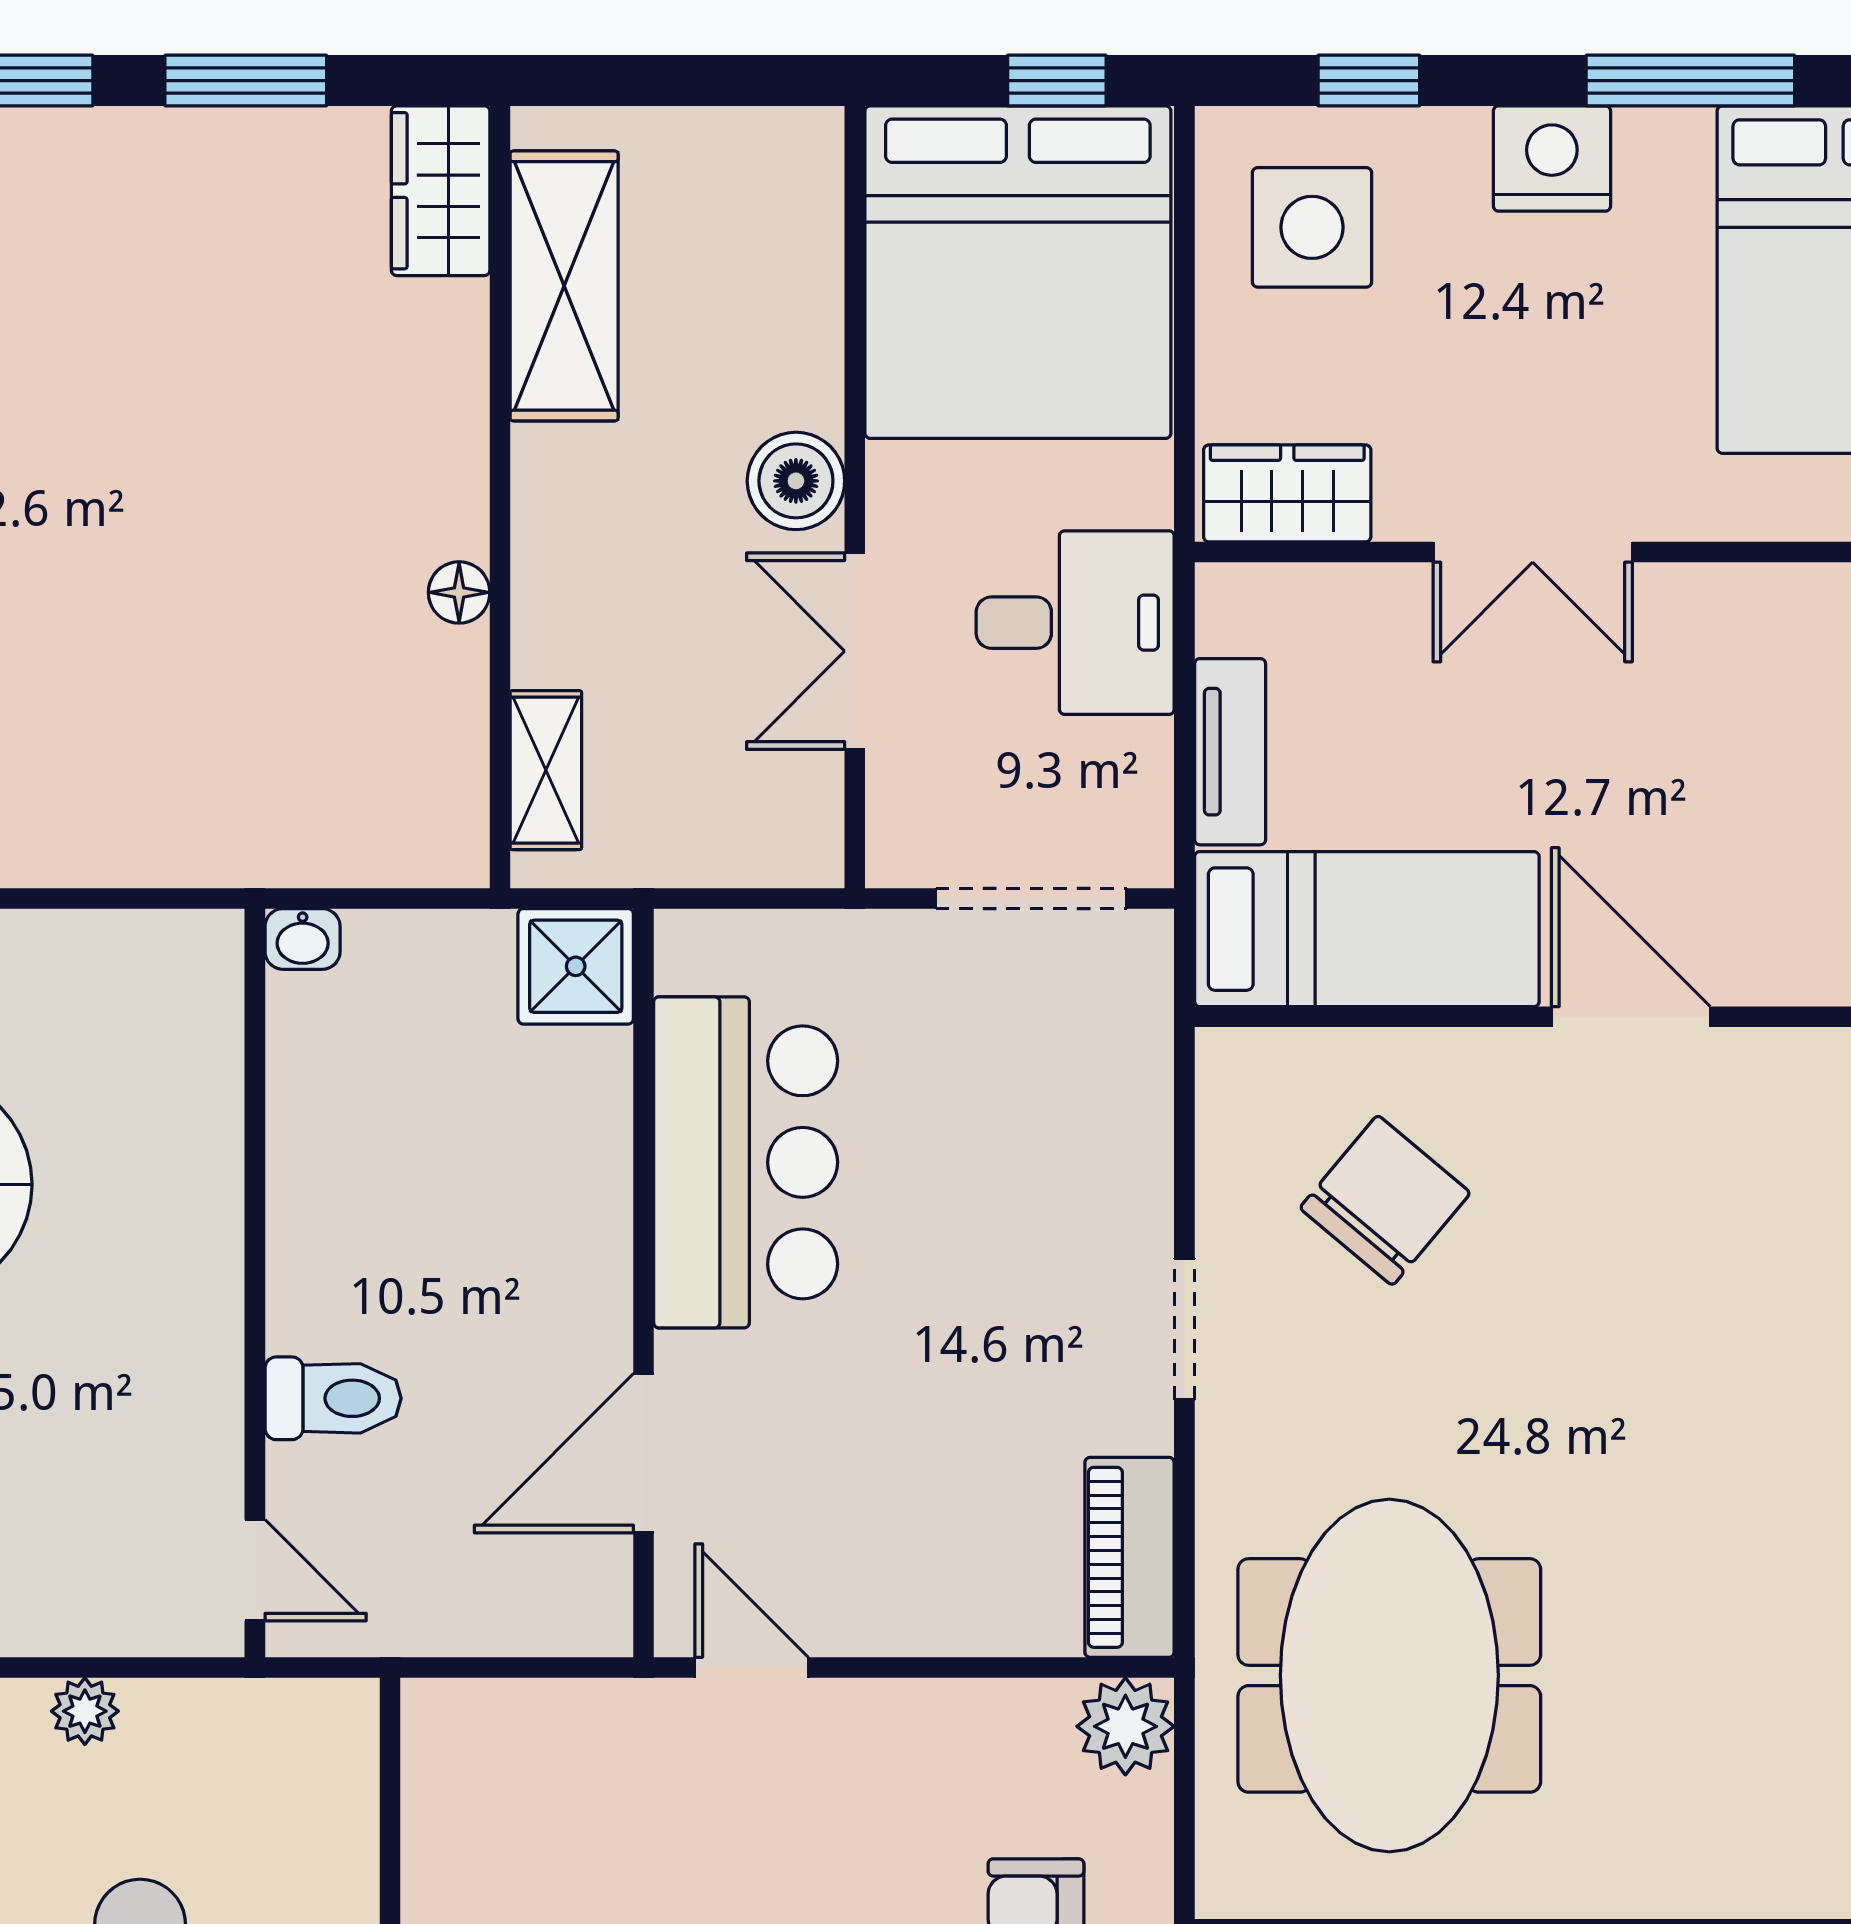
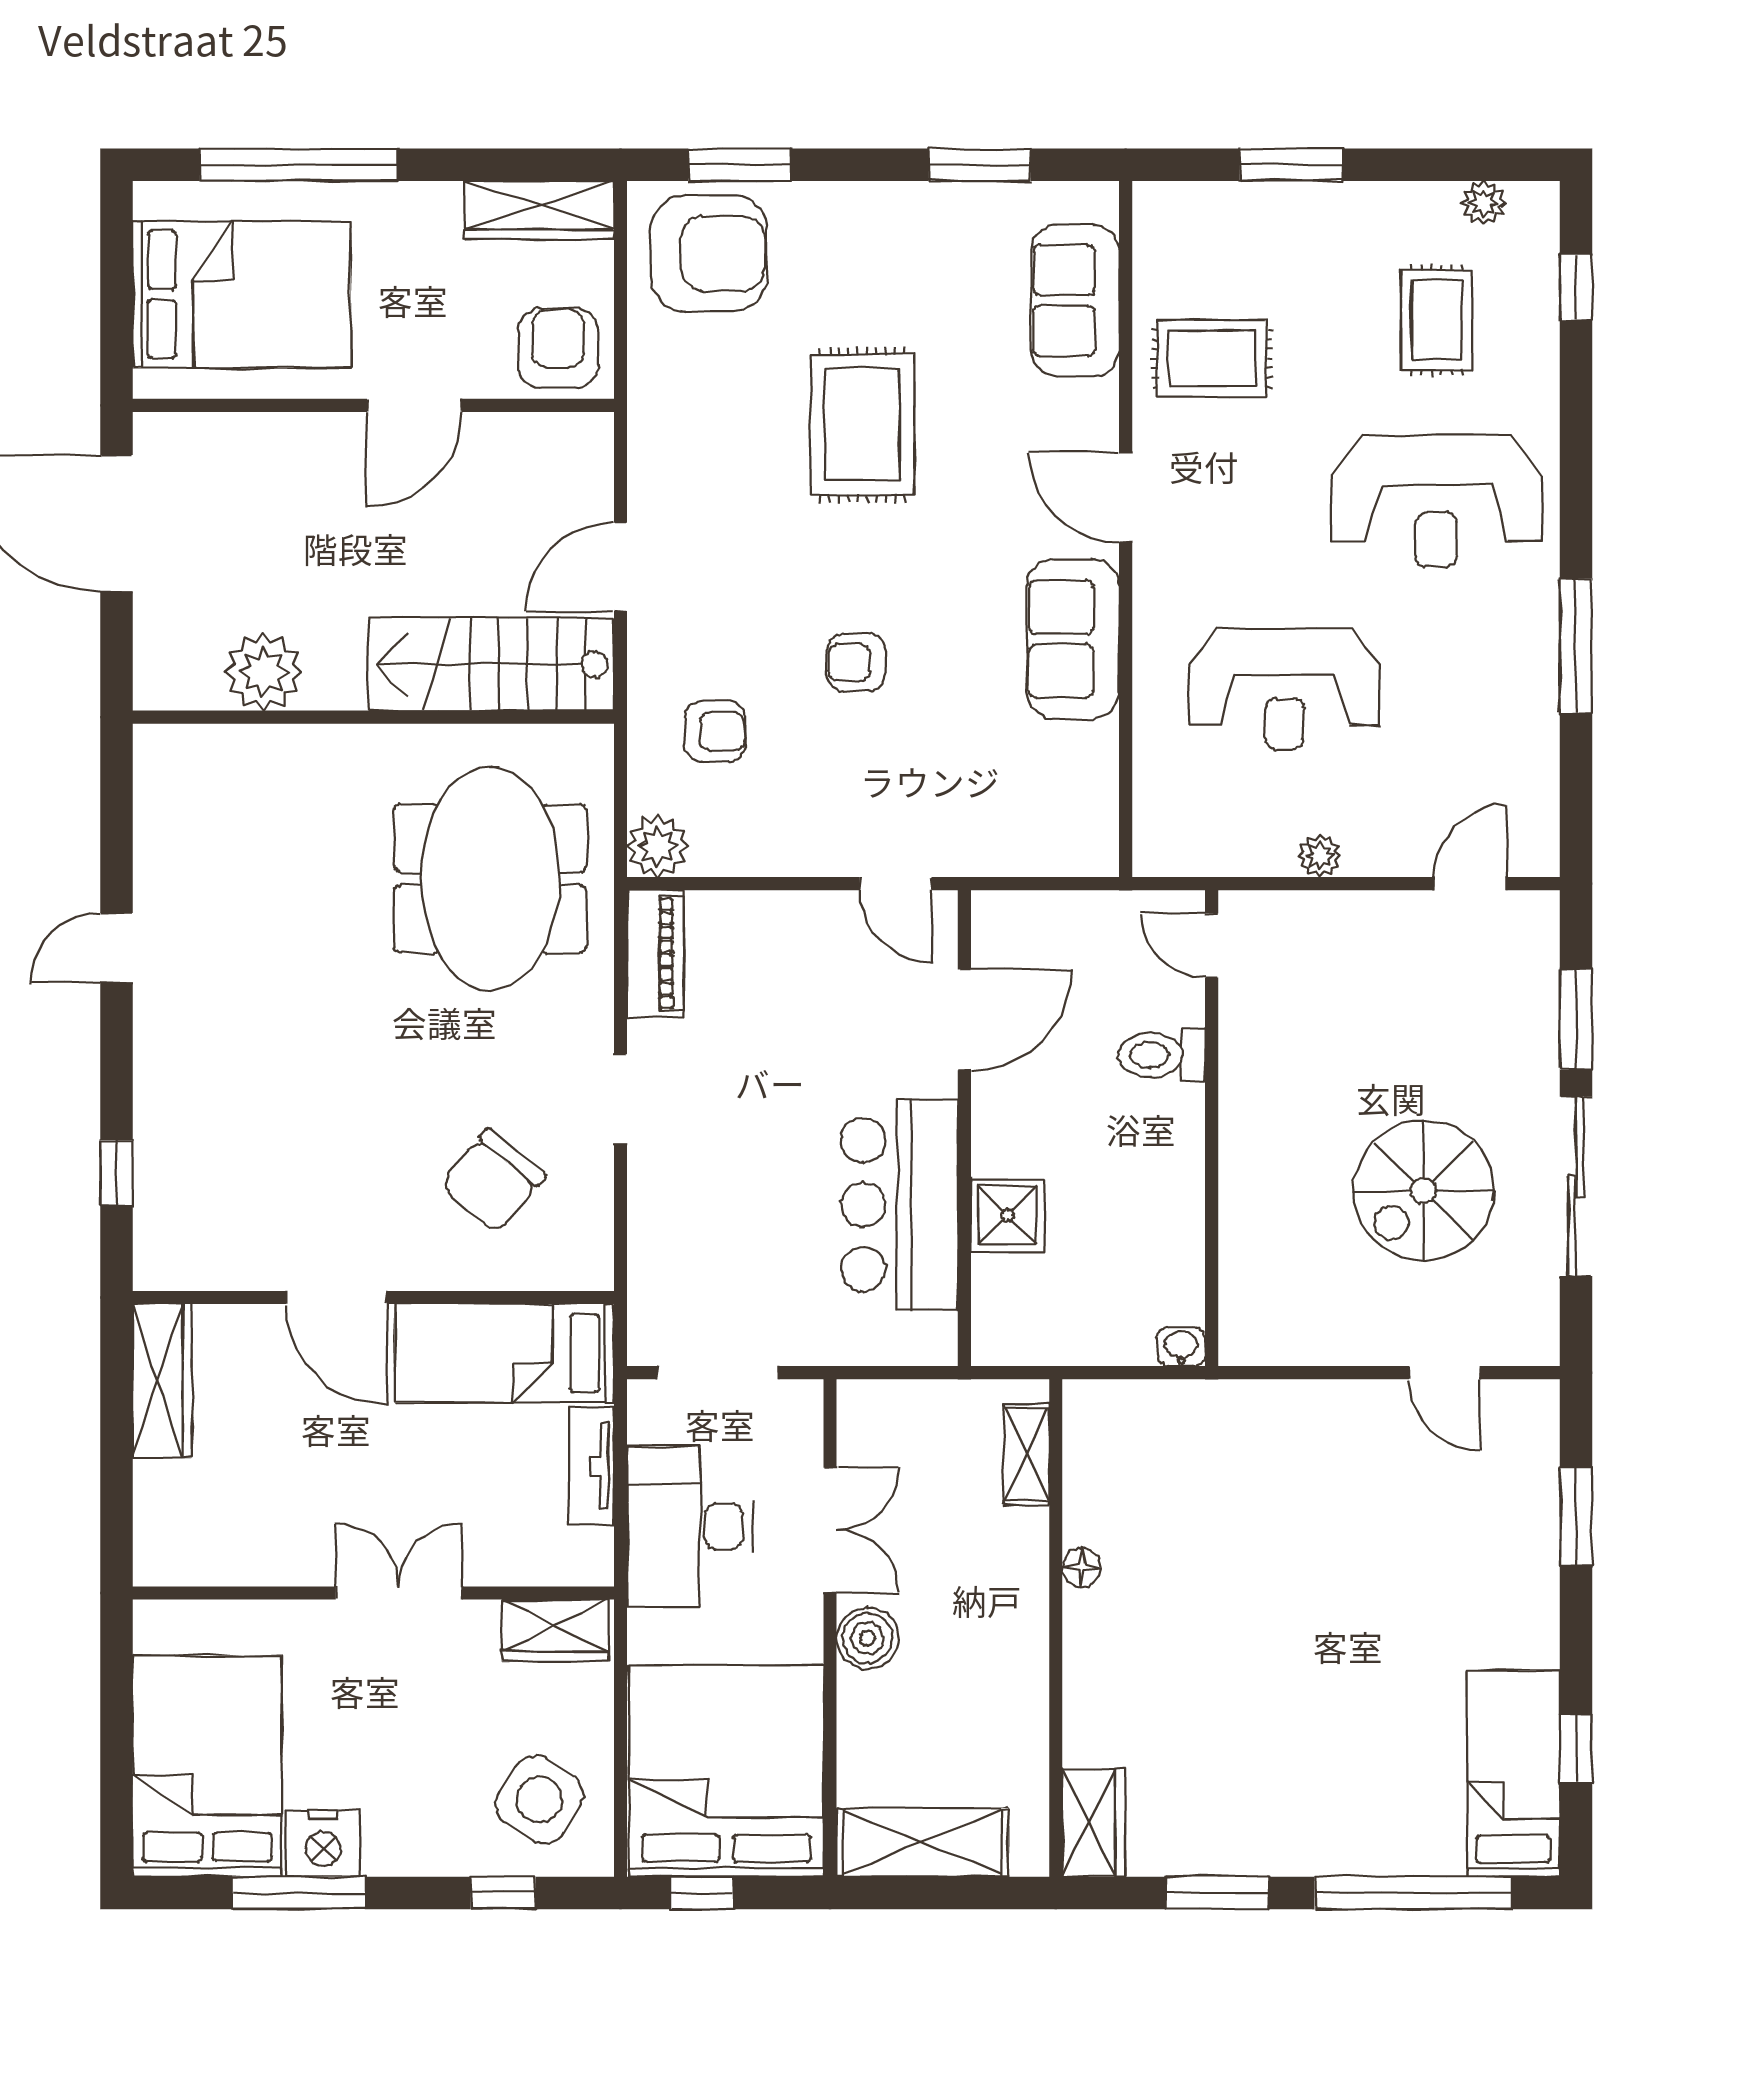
nightstand: (1552, 158) -> (323, 1843), moved
side table: (1312, 227) -> (539, 1799), turned 32
shelving: (564, 286) -> (922, 1842), moved, turned 90
desk: (1075, 623) -> (690, 1526), width x1.37
shower: (576, 966) -> (1008, 1215), moved

